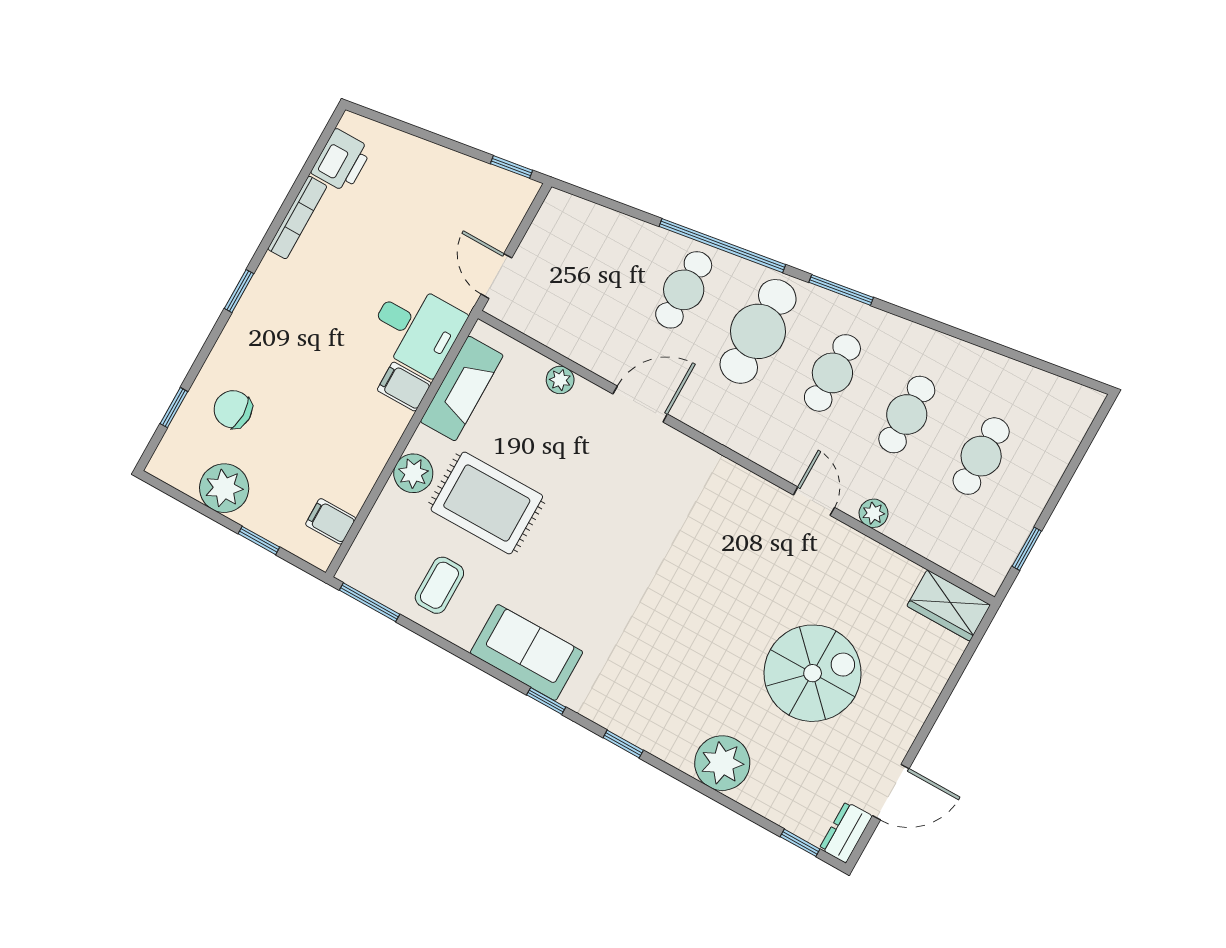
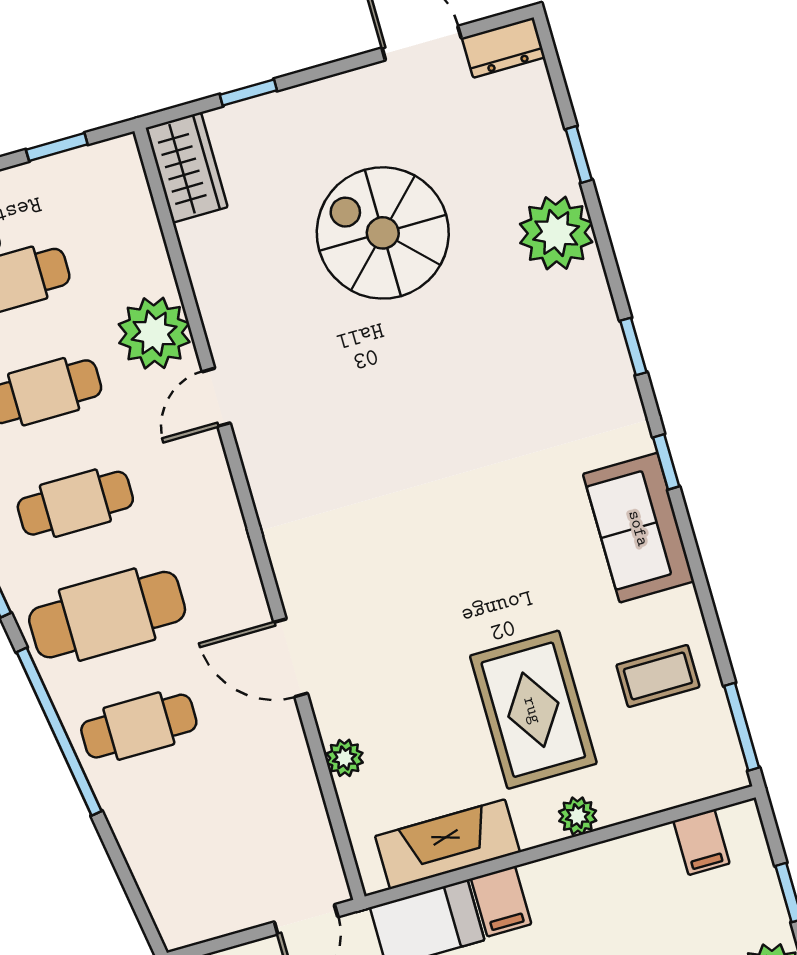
plant: (413, 473) -> (578, 816), width x0.73, depth x0.73
plant: (874, 513) -> (154, 333), width x1.87, depth x1.87
window: (955, 677) -> (248, 93), added
window: (800, 843) -> (579, 155), moved

